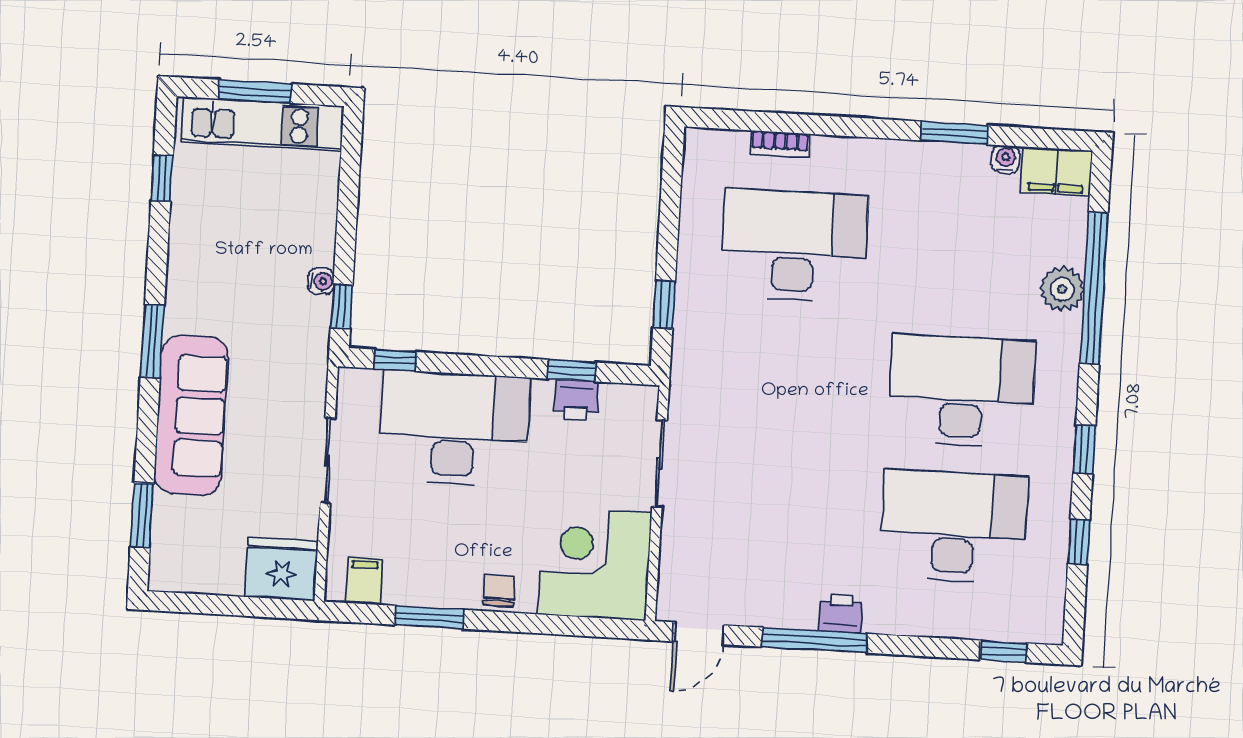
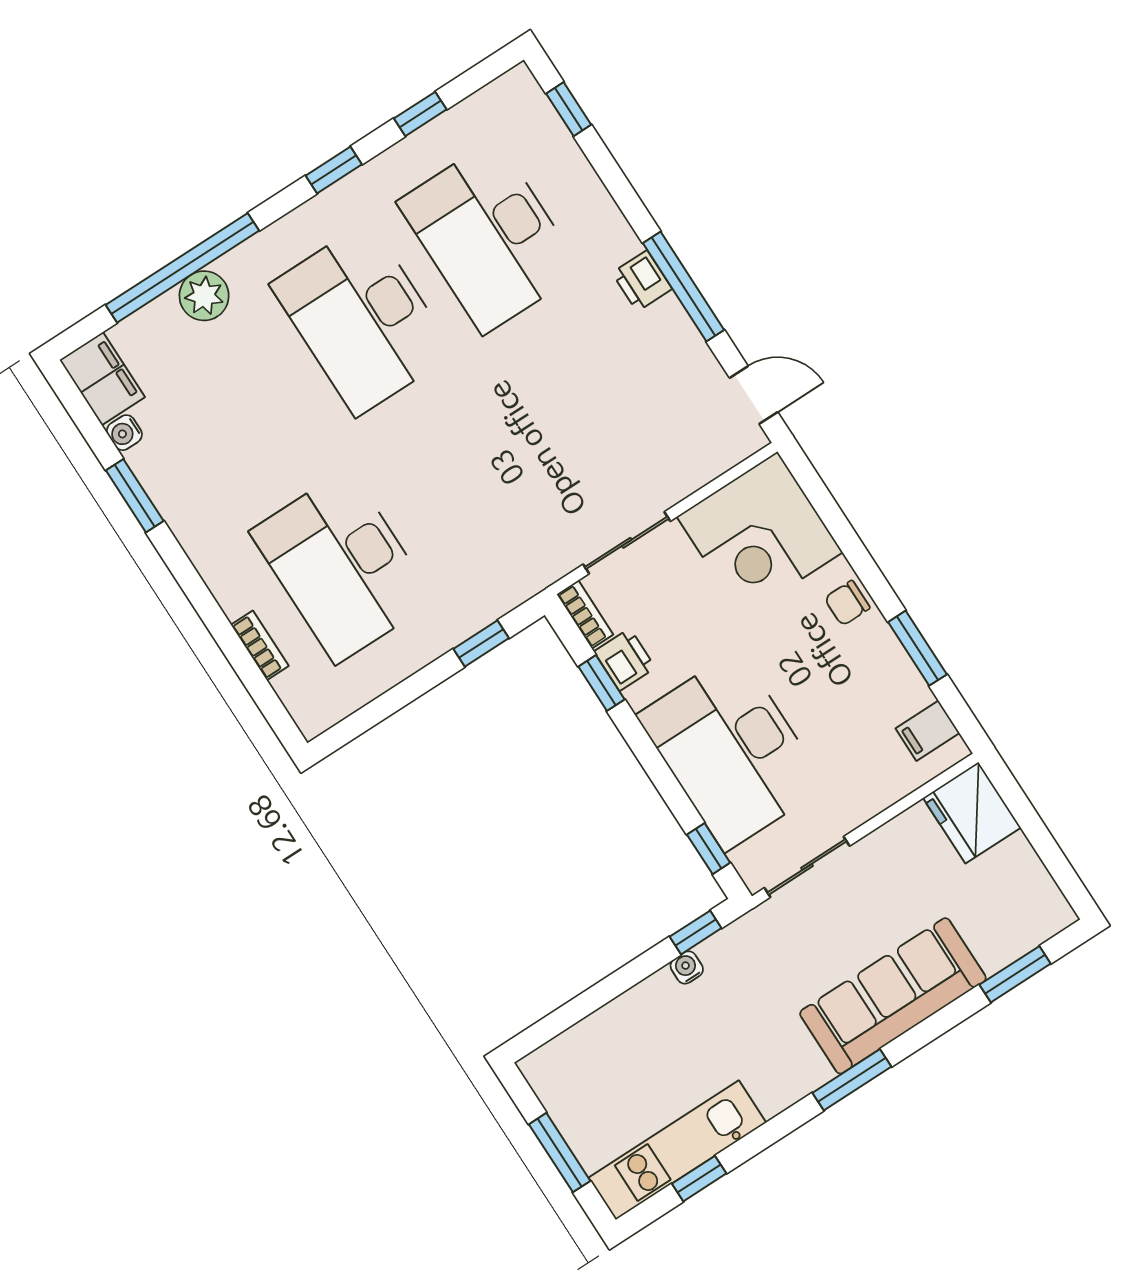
kitchen unit: (263, 124) -> (677, 1150), moved, turned -90
bookcase: (630, 395) -> (585, 614), added
sliding door: (328, 460) -> (807, 867), moved

